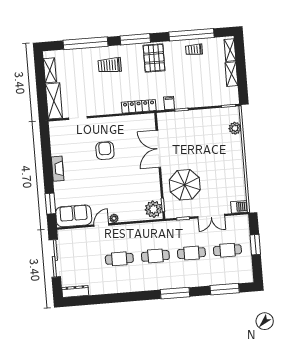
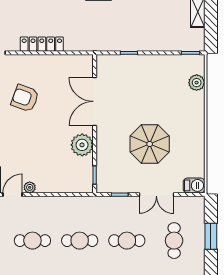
filing cabinet: (169, 103) -> (113, 43), removed
locker: (139, 106) -> (42, 44), moved
armchair: (105, 151) -> (25, 98), turned -70
parasol: (185, 185) -> (150, 144), moved
plant: (153, 209) -> (82, 145), moved
cafe table: (227, 250) -> (174, 241), turned 90

